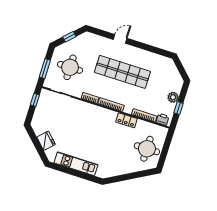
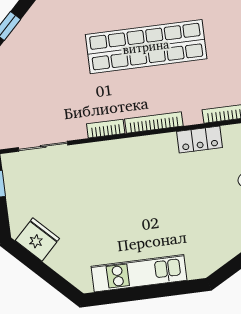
round table: (70, 67) -> (37, 86), removed
fridge: (46, 141) -> (37, 239), moved

